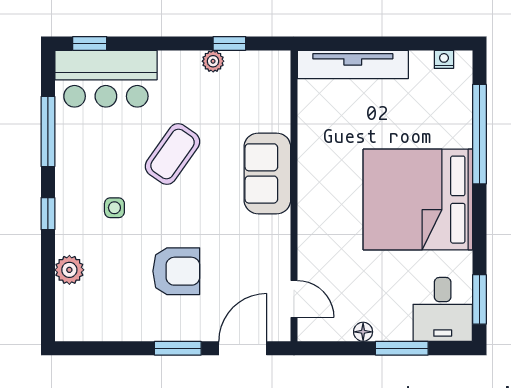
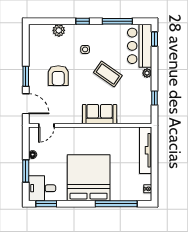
plant: (213, 61) -> (147, 73), moved

